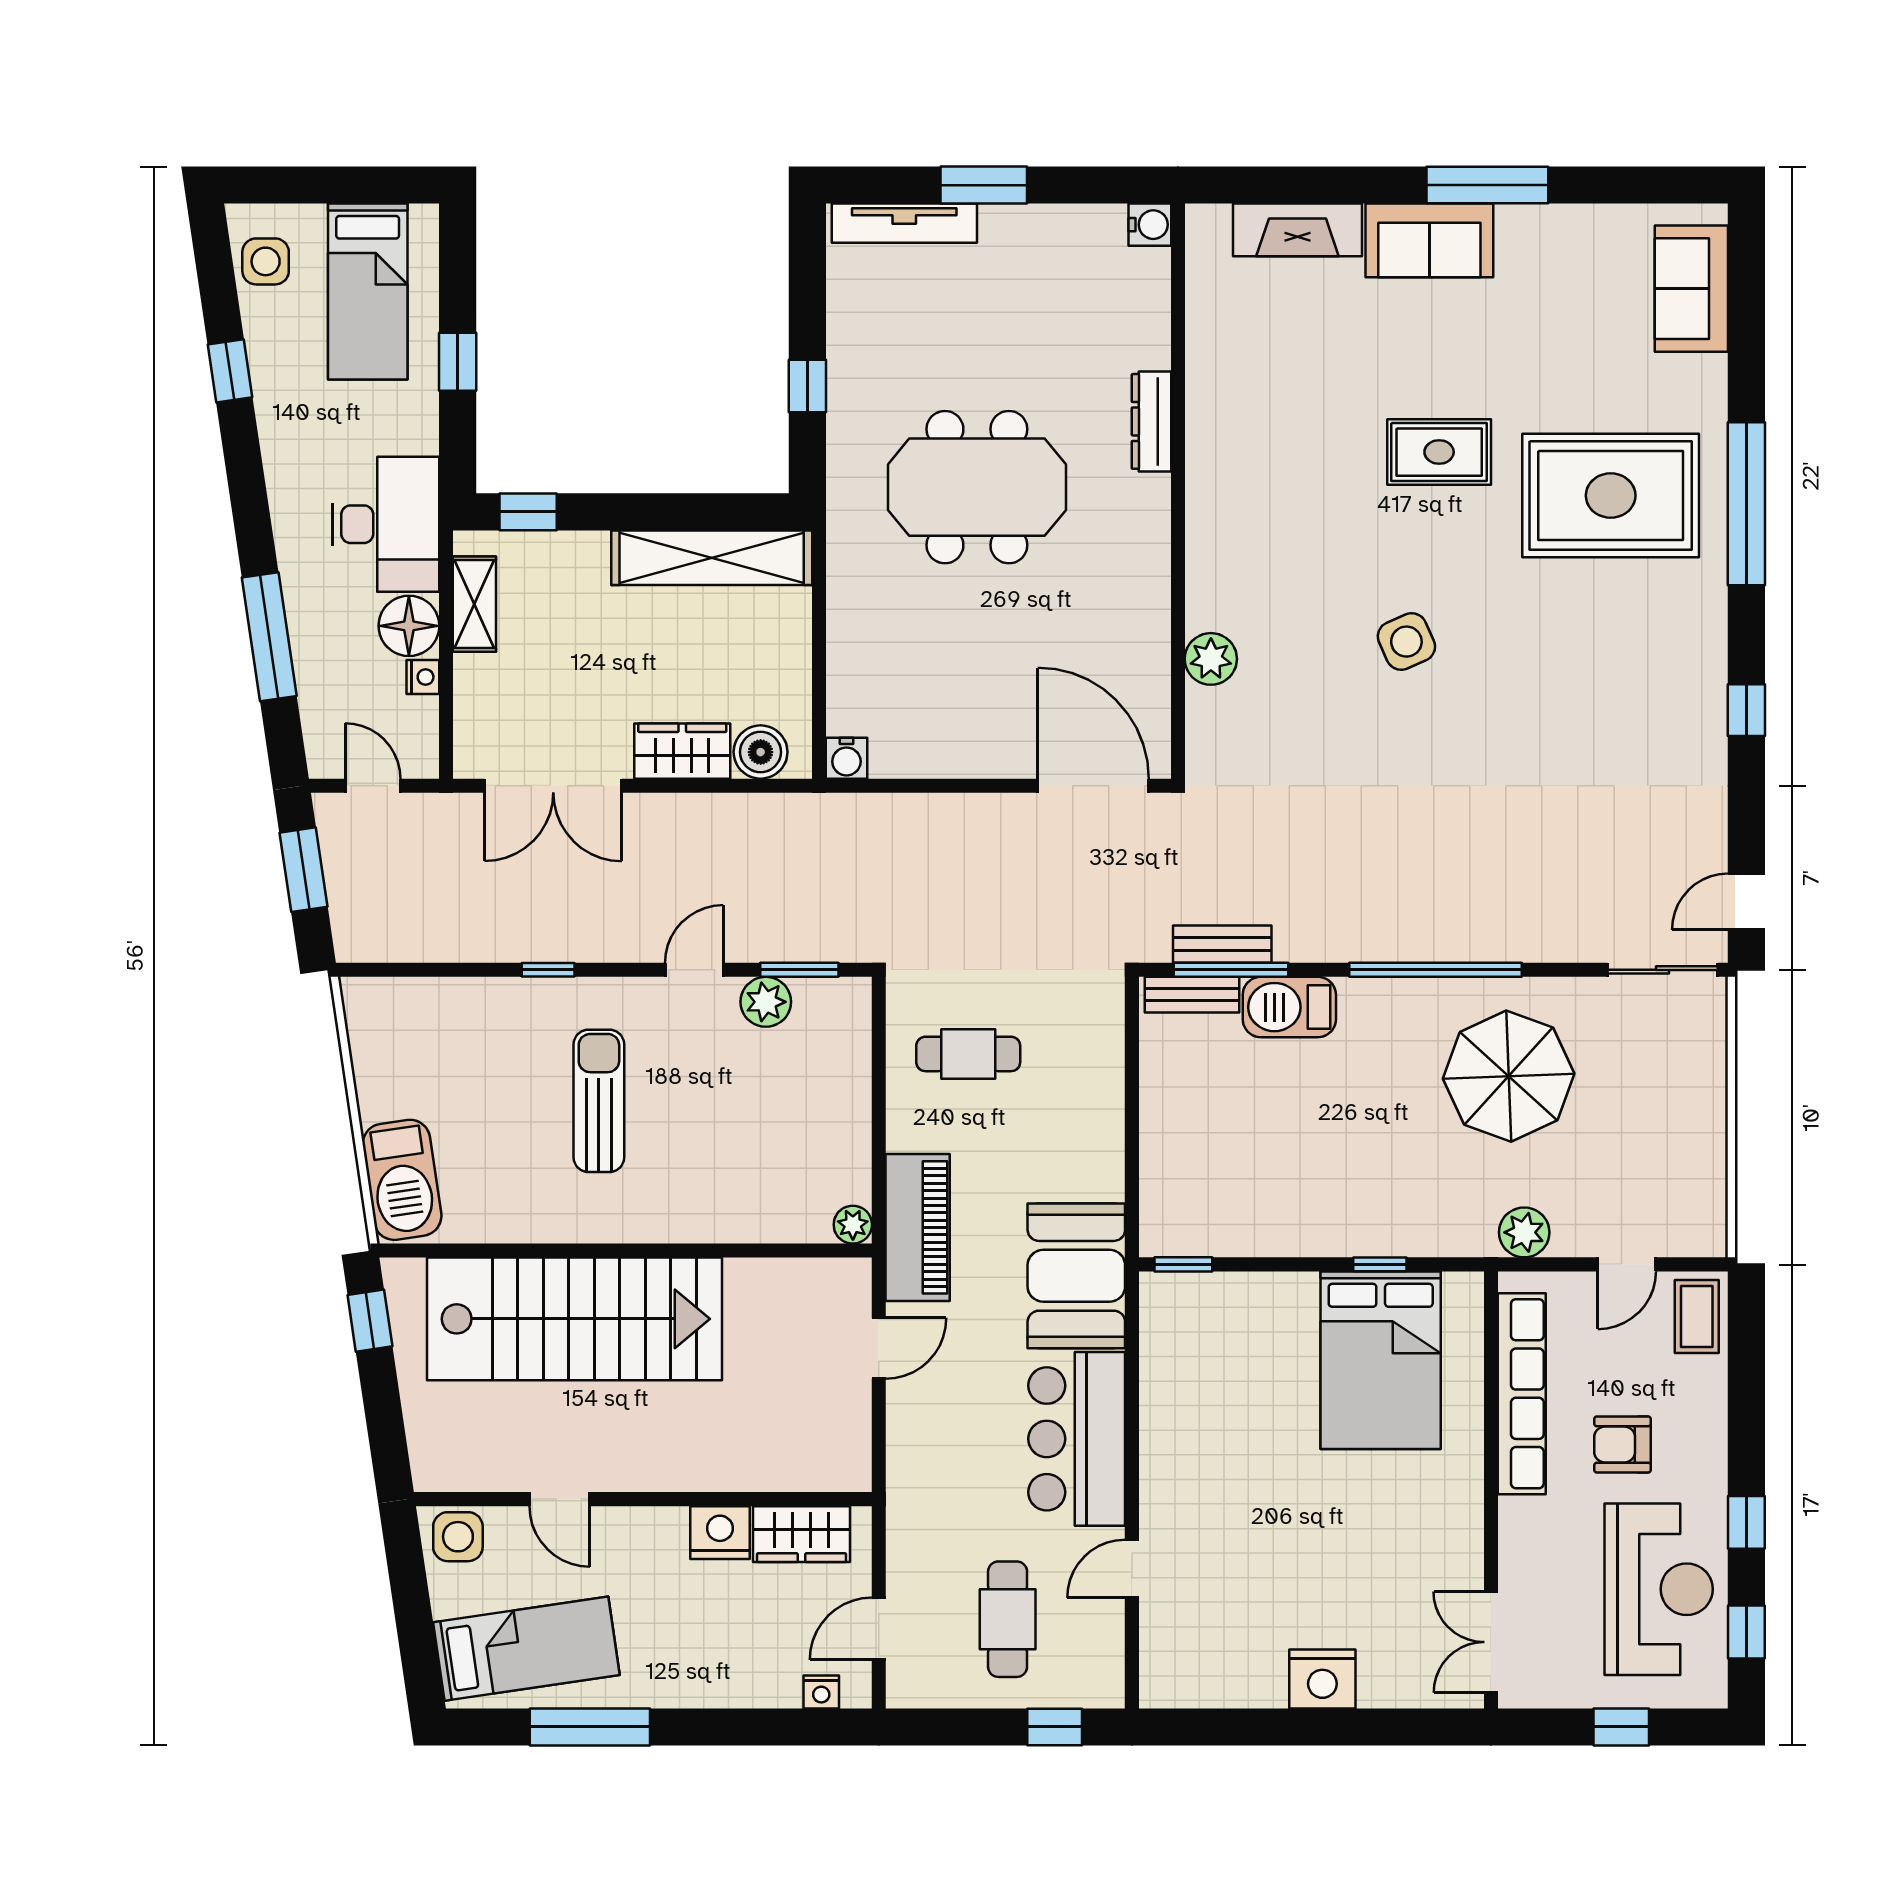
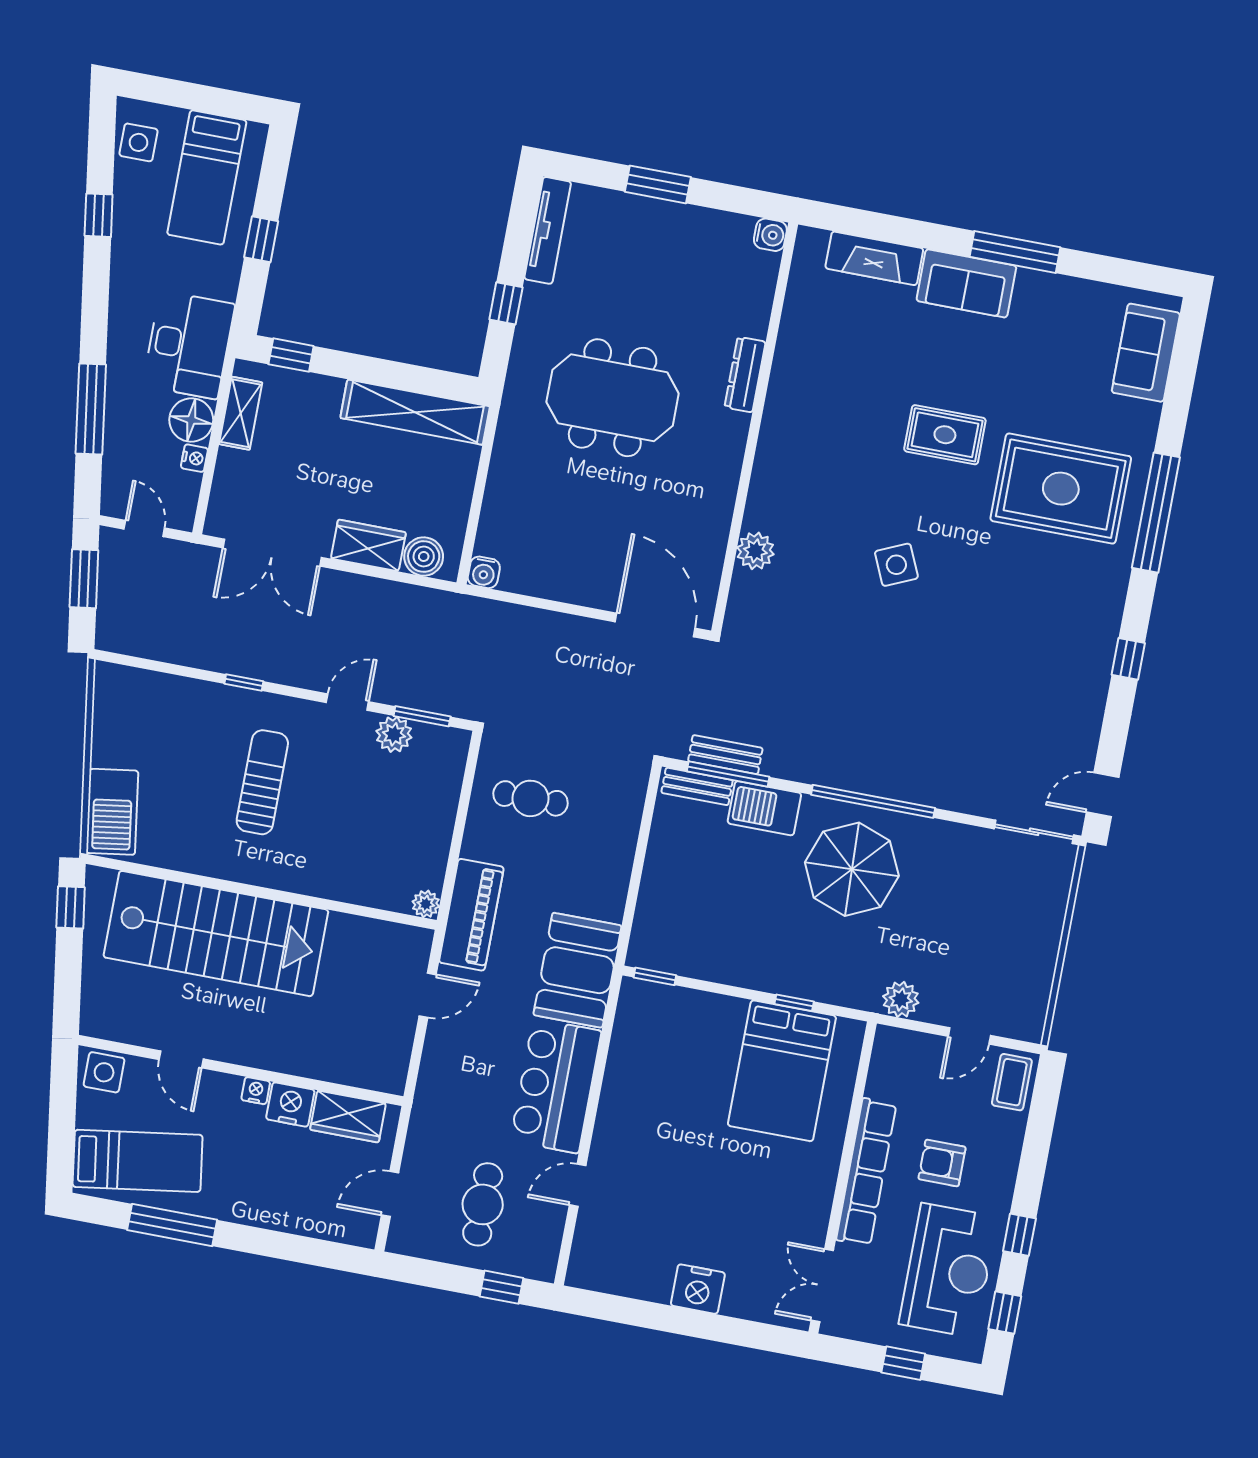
tv unit: (904, 223) -> (548, 230), moved, turned -90
parasol: (1509, 1076) -> (852, 869), moved
row of seats: (1522, 1394) -> (866, 1172), moved
nightstand: (821, 1692) -> (256, 1091), moved, turned 180

